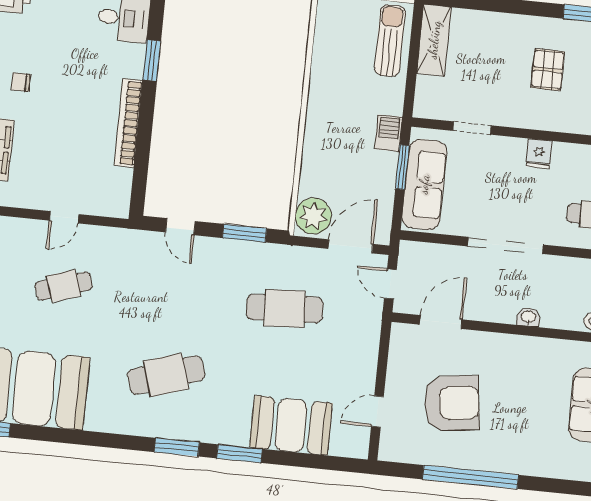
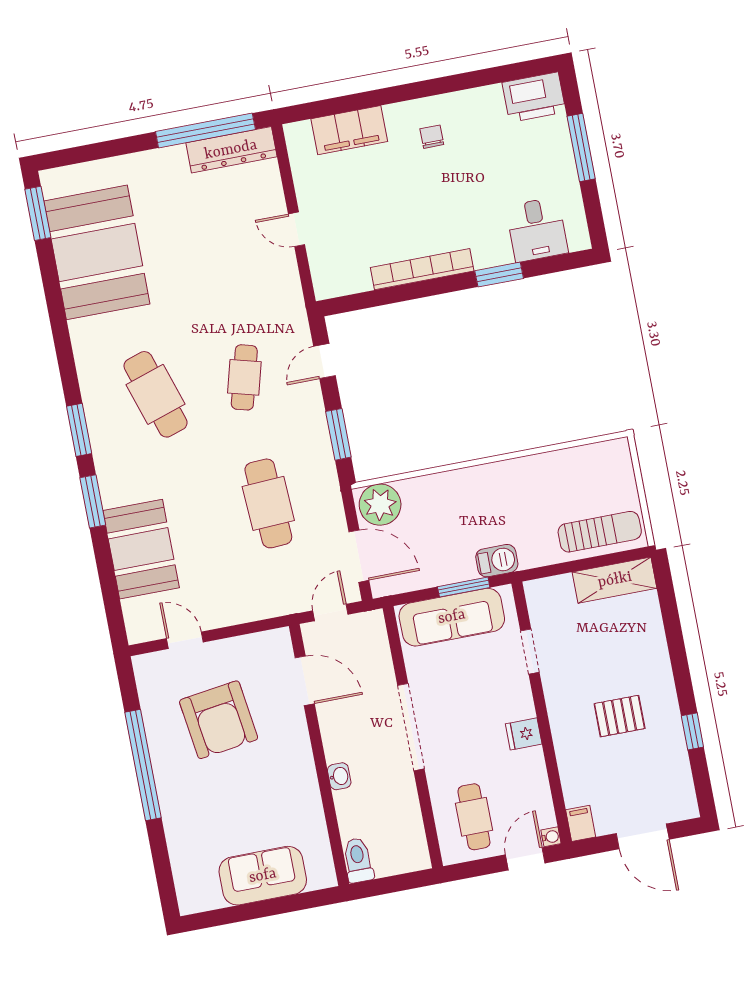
cafe table: (64, 286) -> (244, 377), moved, turned 33

